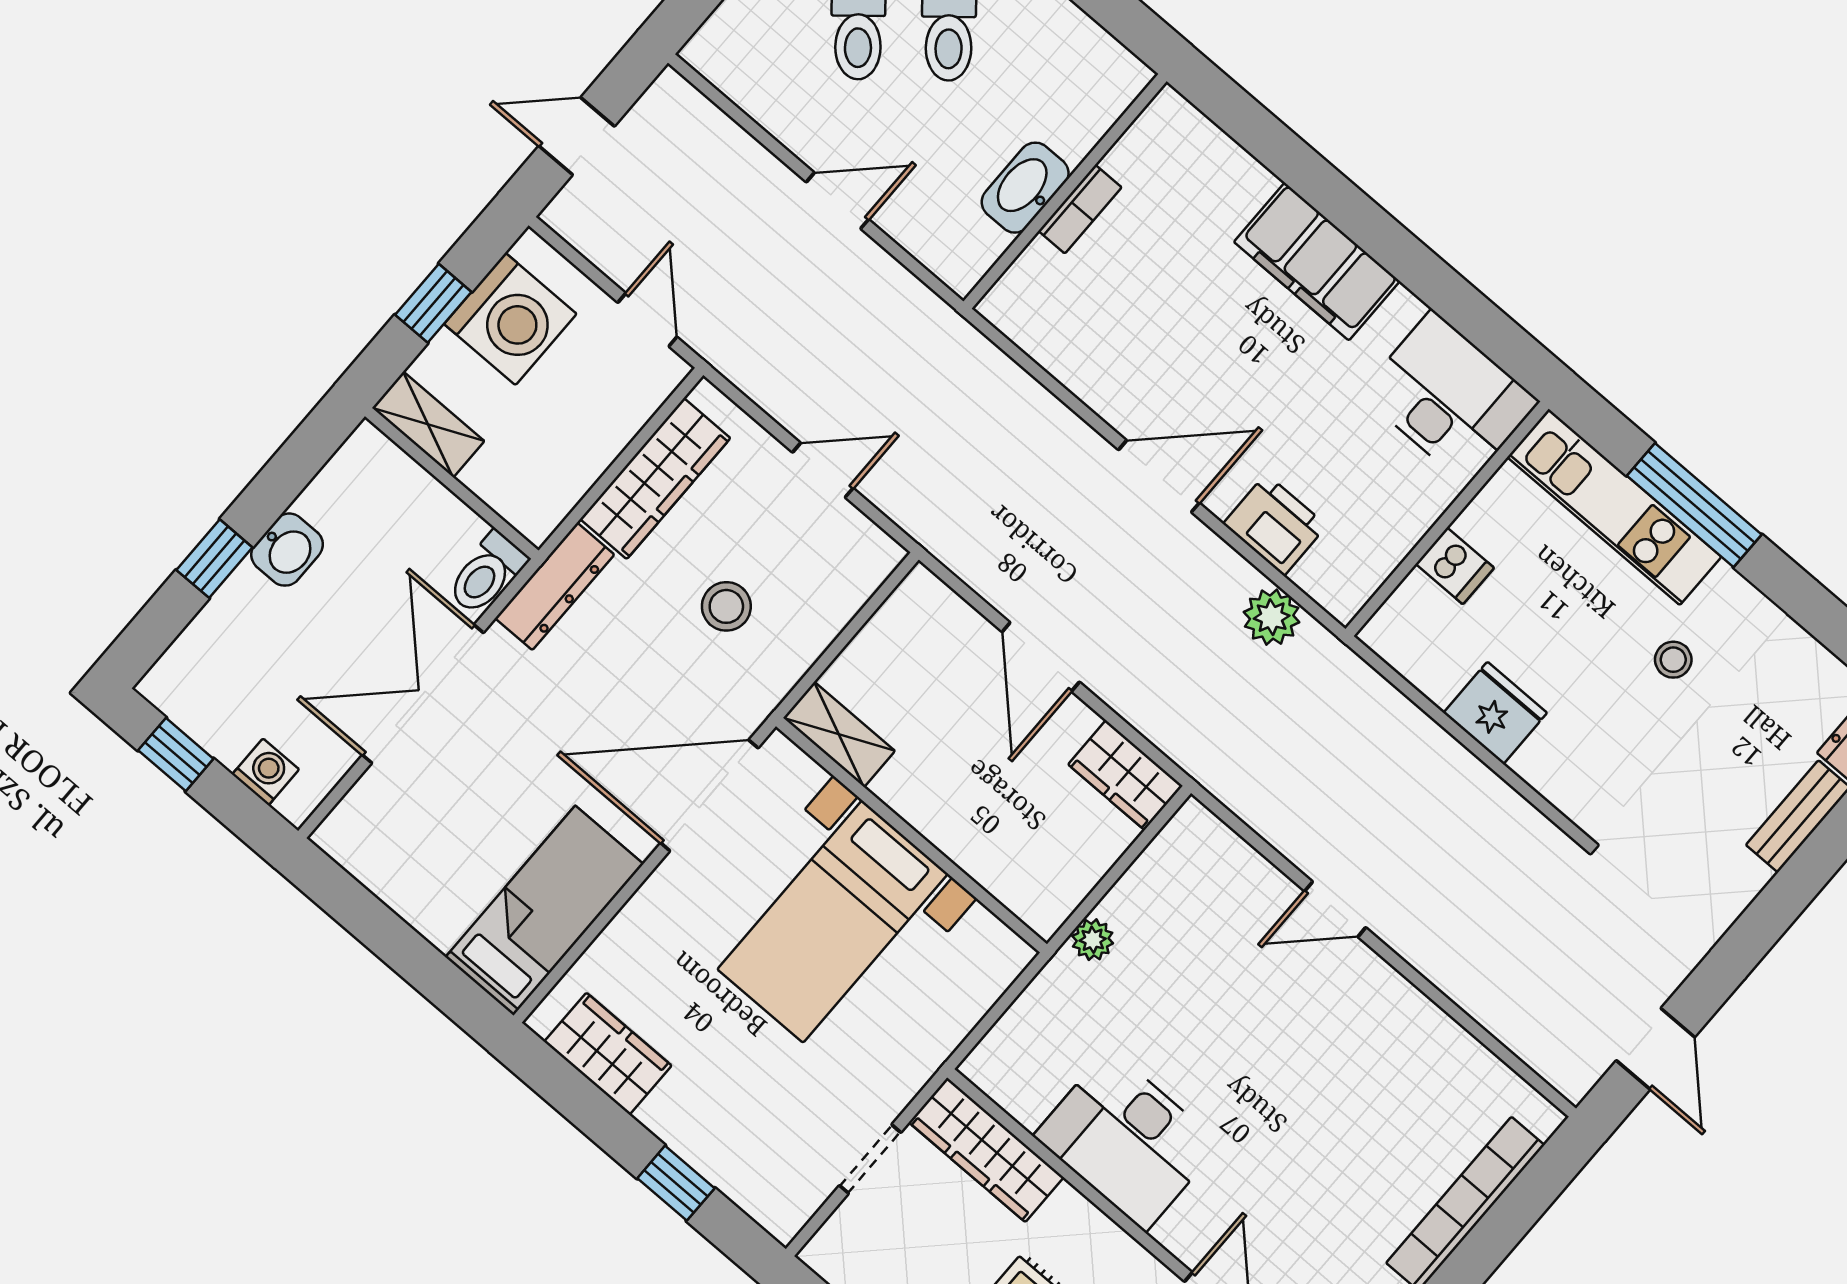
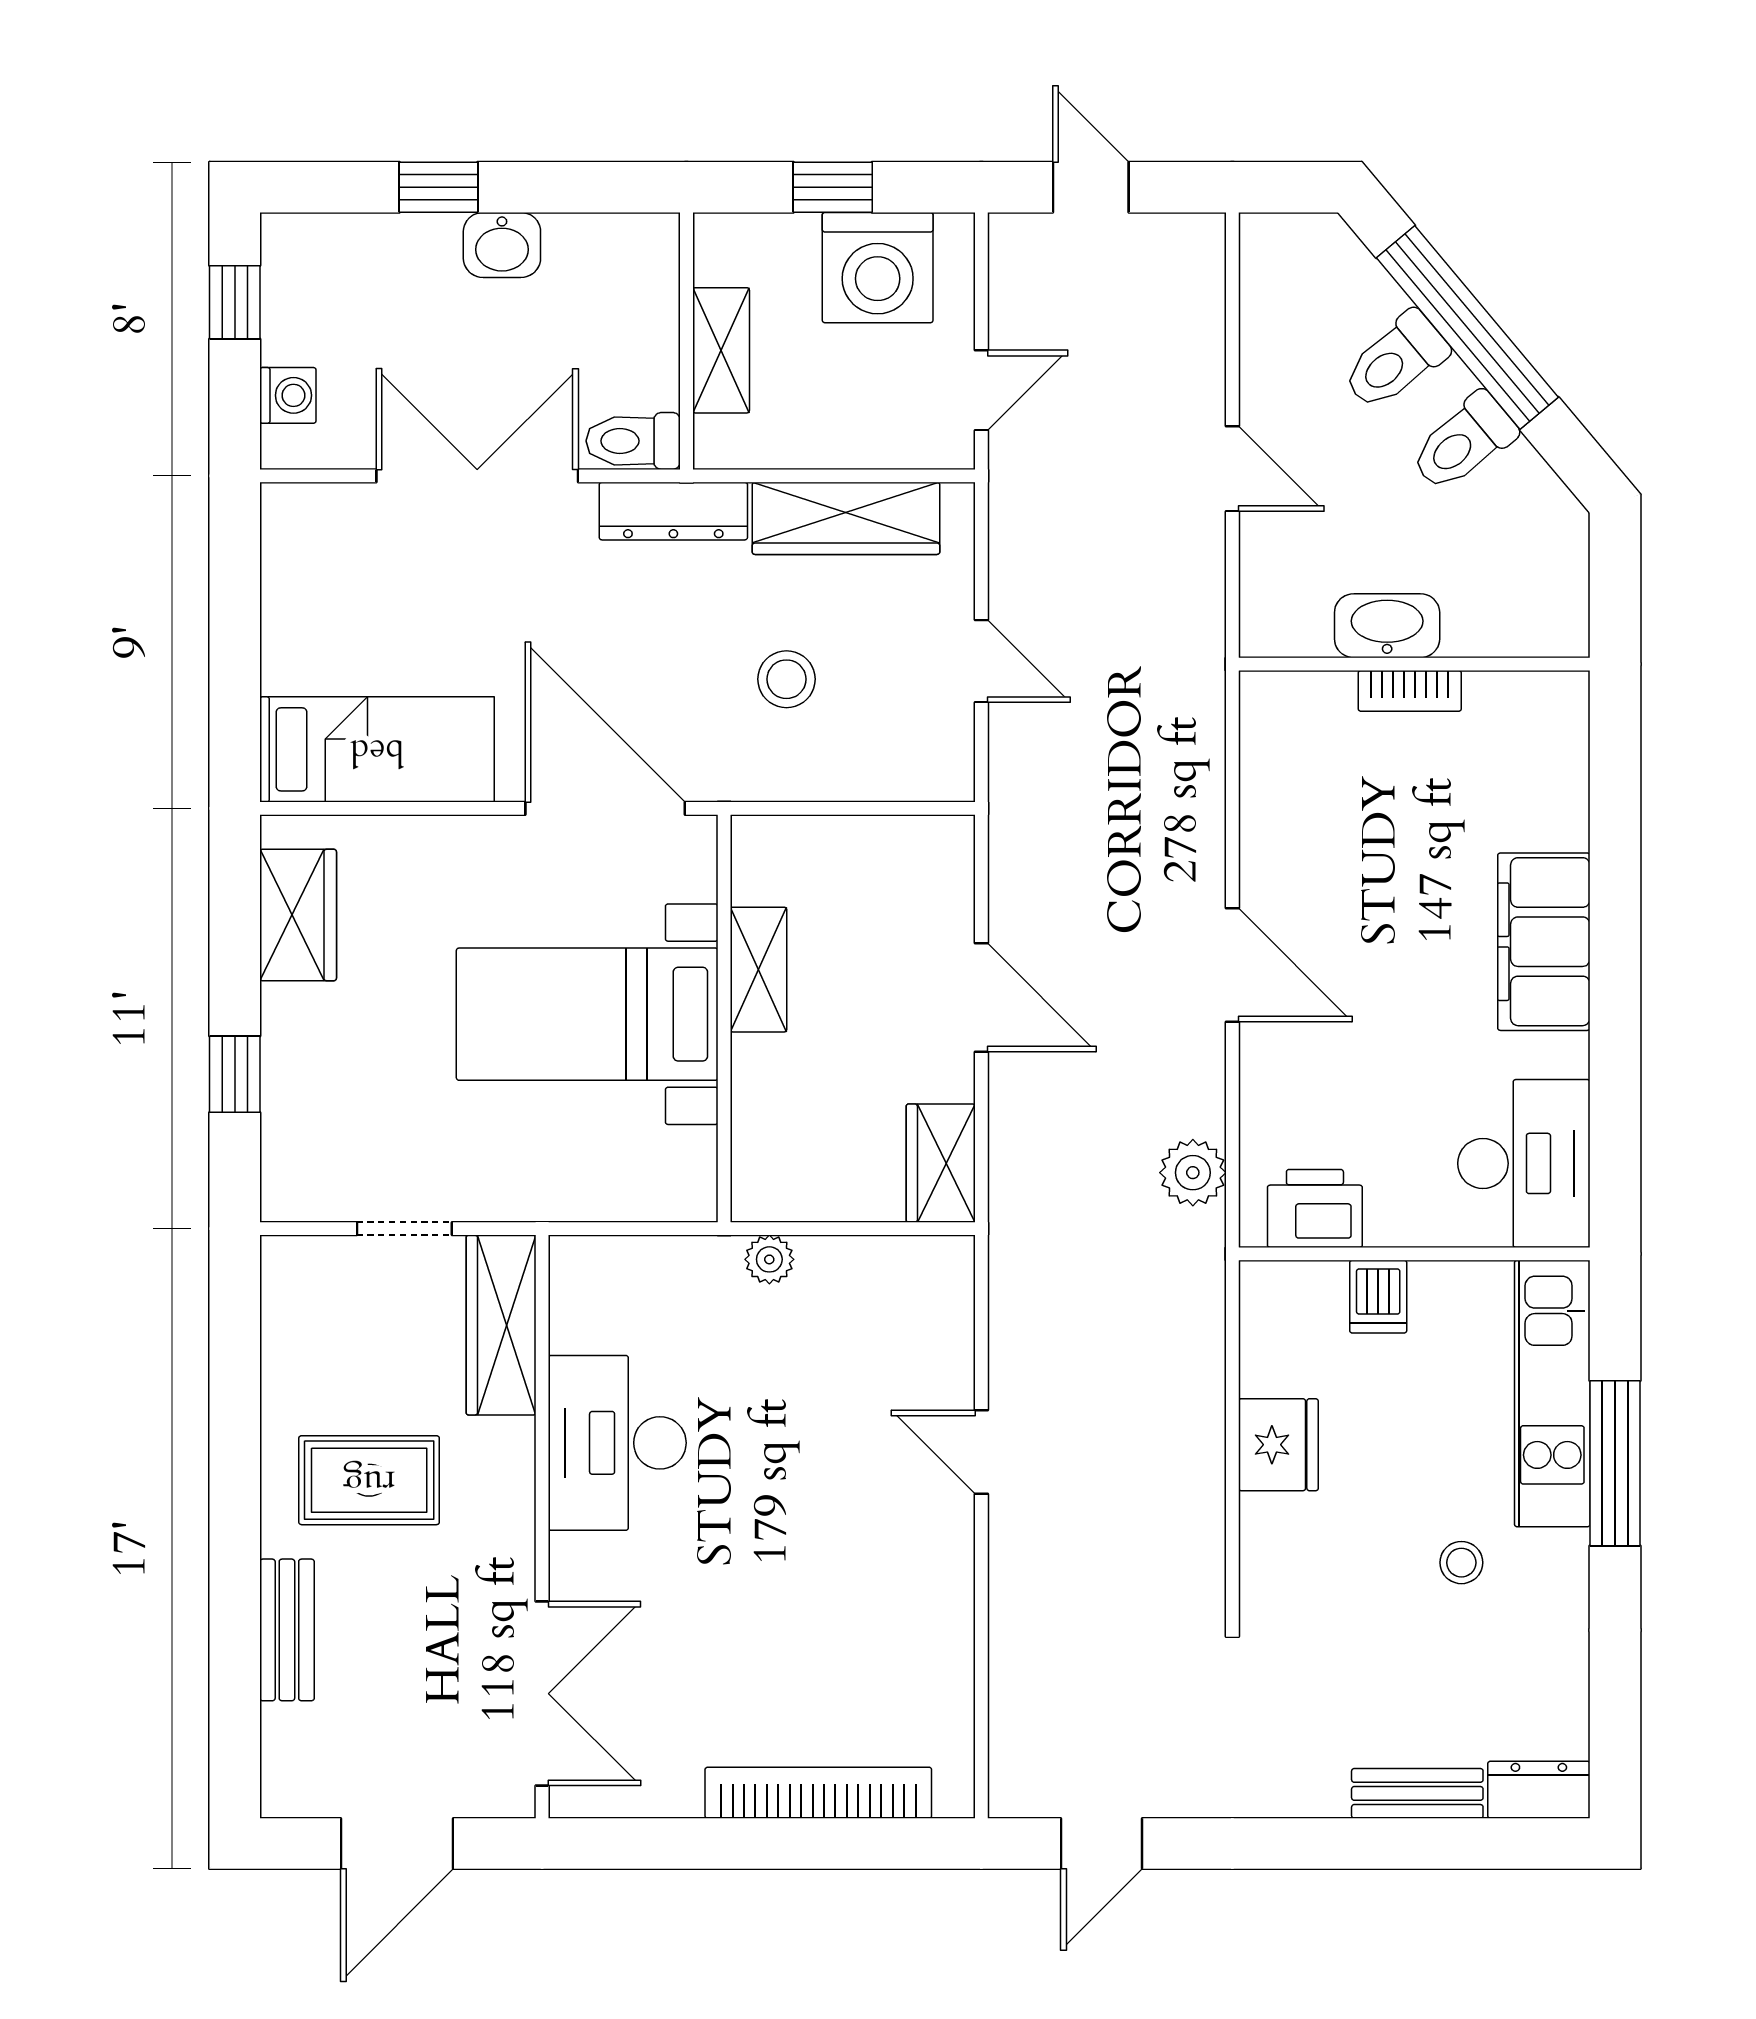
shelving: (428, 424) -> (721, 350), moved
printer: (1275, 525) -> (1315, 1208), moved, turned -90
door: (1041, 657) -> (981, 998), swing flipped
shelving: (839, 734) -> (759, 970), moved

